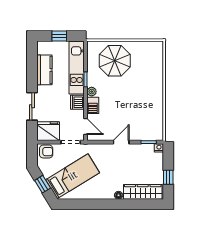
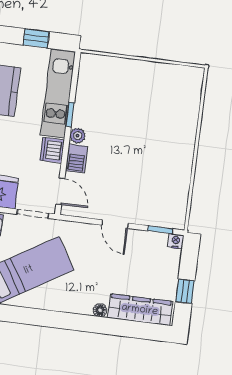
parasol: (115, 61) -> (122, 90), removed
door: (121, 142) -> (115, 224), swing flipped

